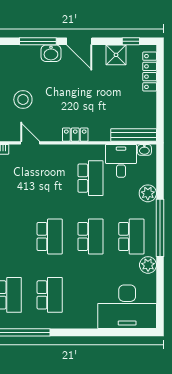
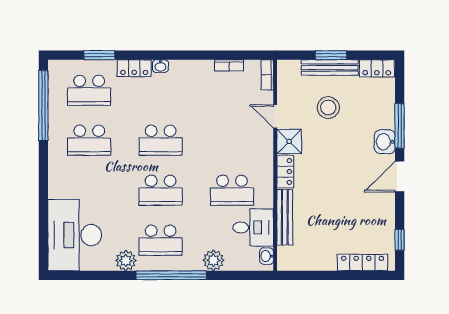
shower: (116, 55) -> (289, 141), moved
bench: (134, 135) -> (285, 217), moved
door: (30, 143) -> (275, 116), swing flipped

